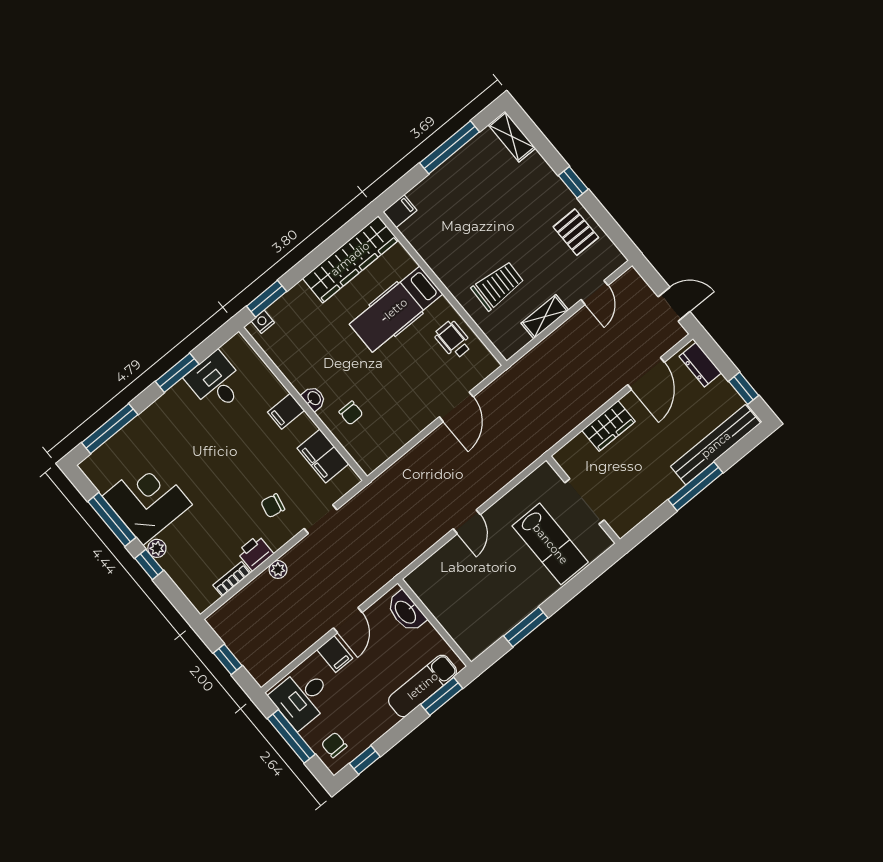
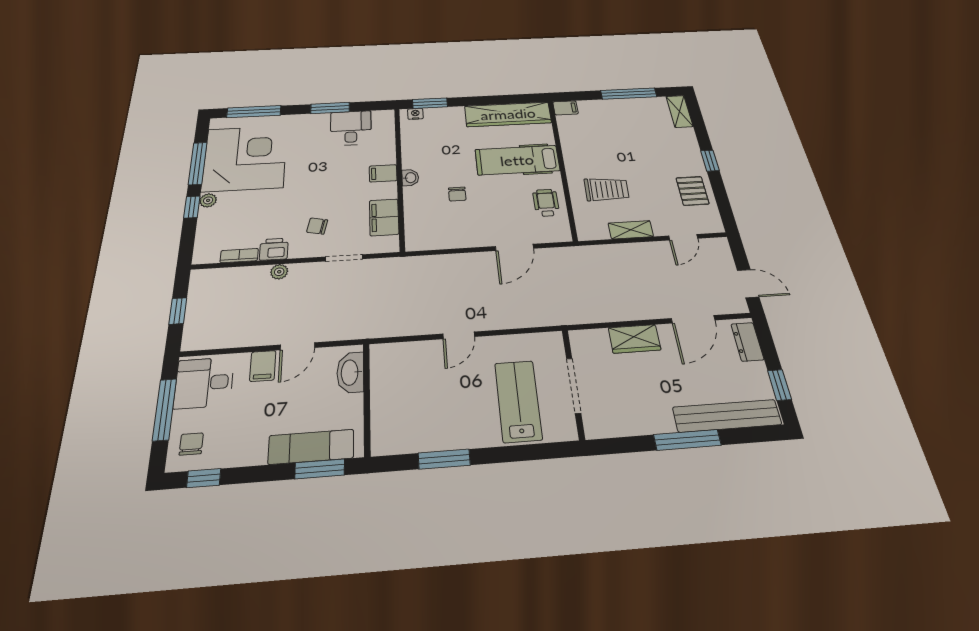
chair: (351, 413) -> (457, 194), moved
corner desk: (147, 500) -> (245, 158), width x1.36, depth x1.36
lab bench: (550, 544) -> (518, 401), turned 180

